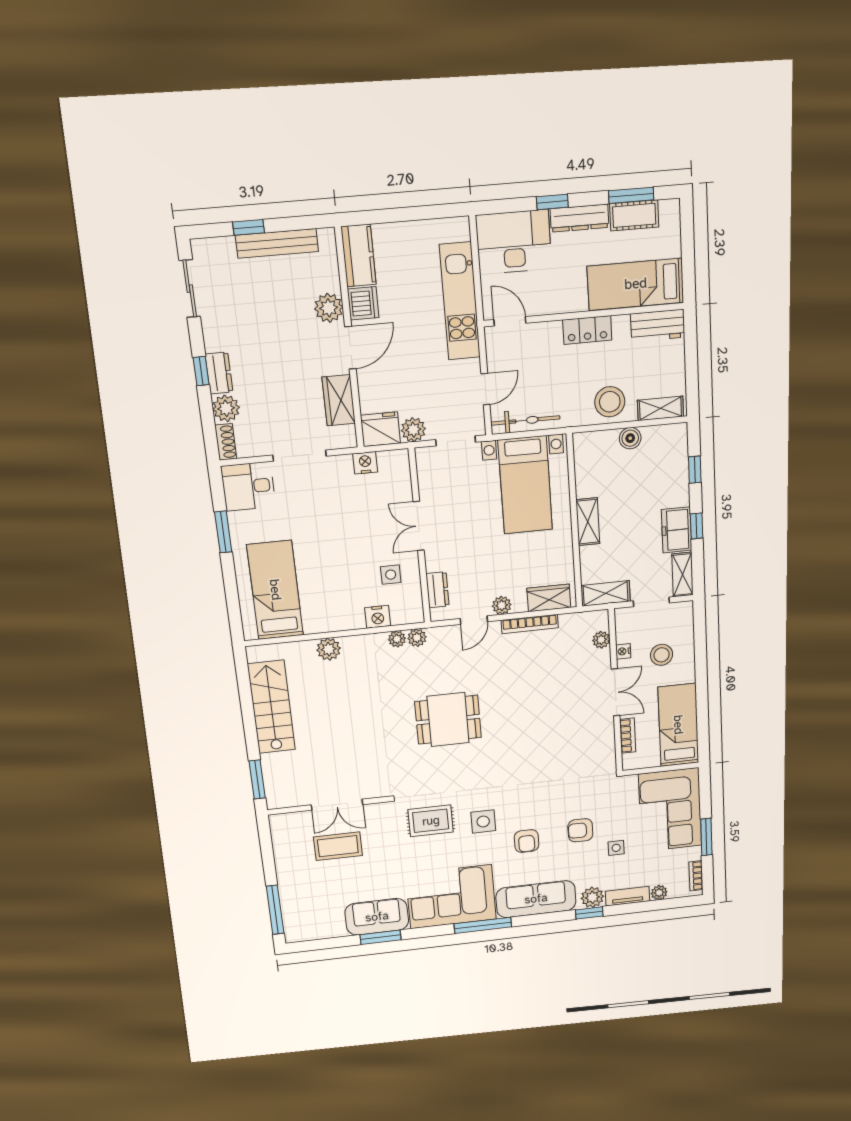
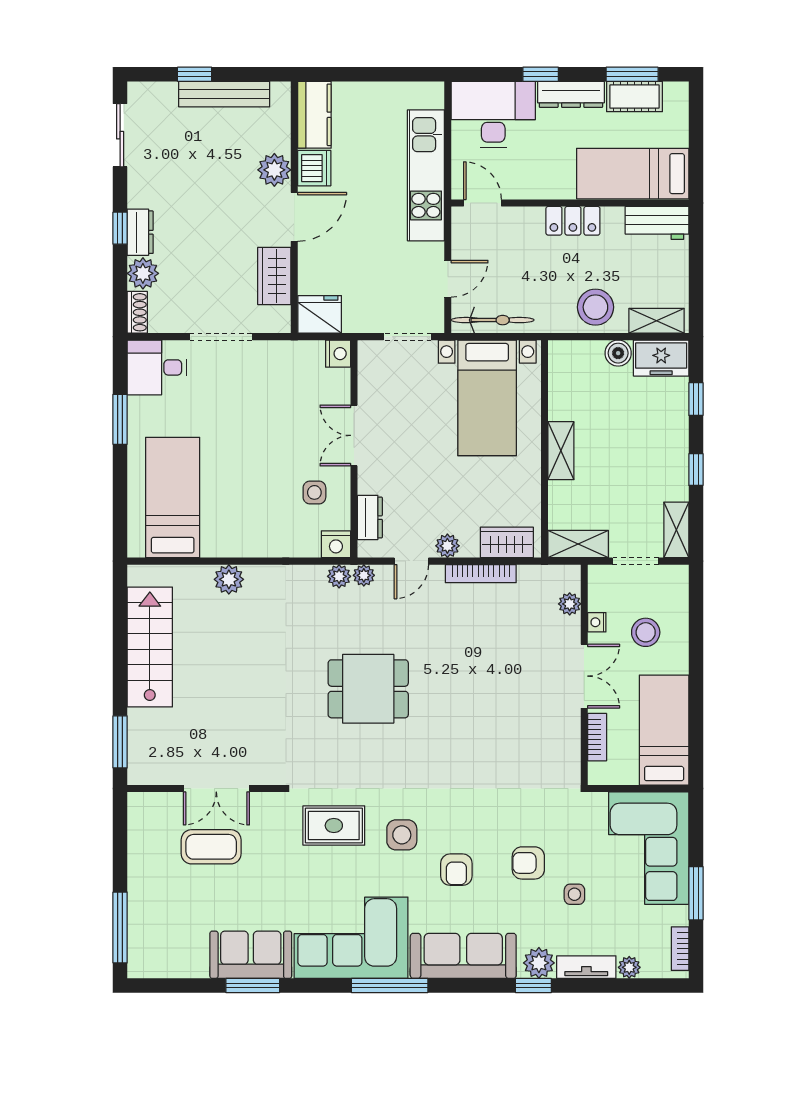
plant: (413, 430) -> (358, 318), removed
nightstand: (365, 463) -> (338, 354), moved, turned 90
freezer: (677, 530) -> (661, 358), moved, turned -90
nightstand: (378, 617) -> (336, 544), moved
plant: (397, 639) -> (364, 575), moved

